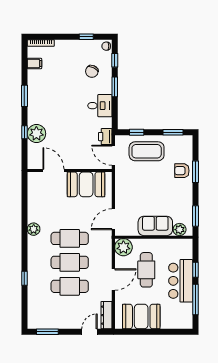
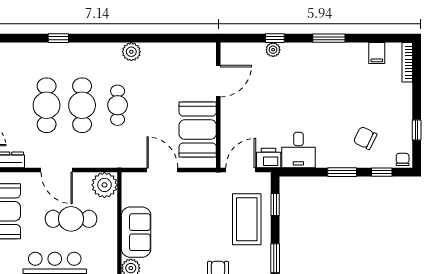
desk: (100, 106) -> (298, 150), moved
plant: (36, 134) -> (273, 50), width x0.53, depth x0.53
door: (113, 219) -> (162, 170), moved
cafe table: (70, 238) -> (118, 105), width x0.73, depth x0.74

